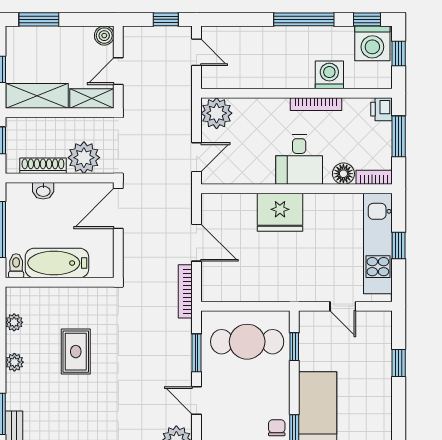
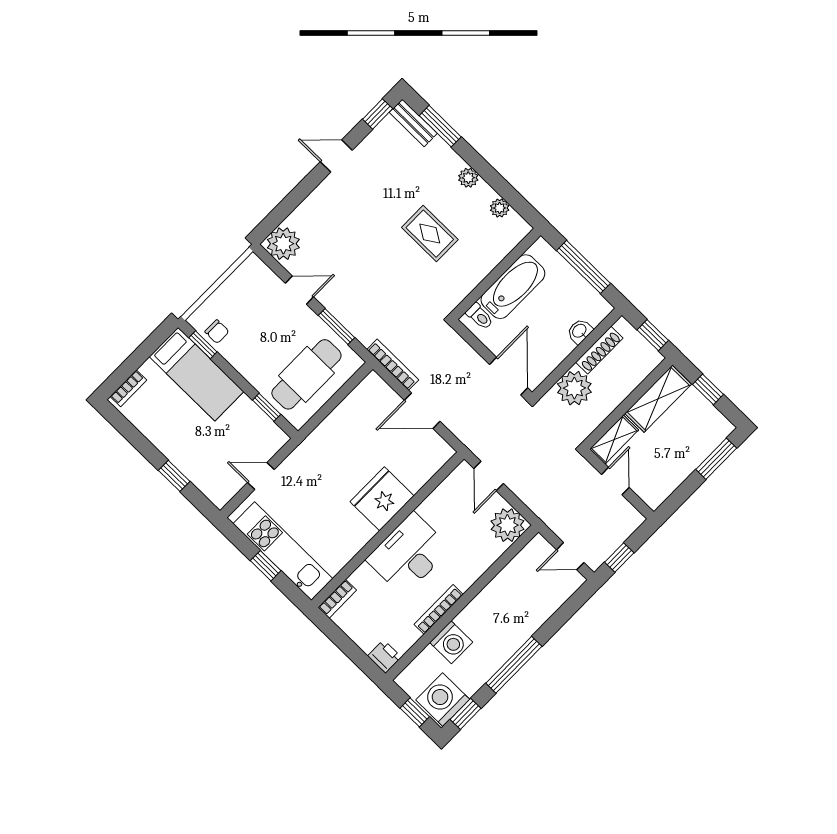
boiler: (104, 36) -> (654, 497), removed
window: (399, 136) -> (350, 649), removed
desk: (299, 160) -> (408, 554), width x1.37
floor lamp: (343, 174) -> (364, 578), removed
toilet: (16, 266) -> (480, 316), moved

